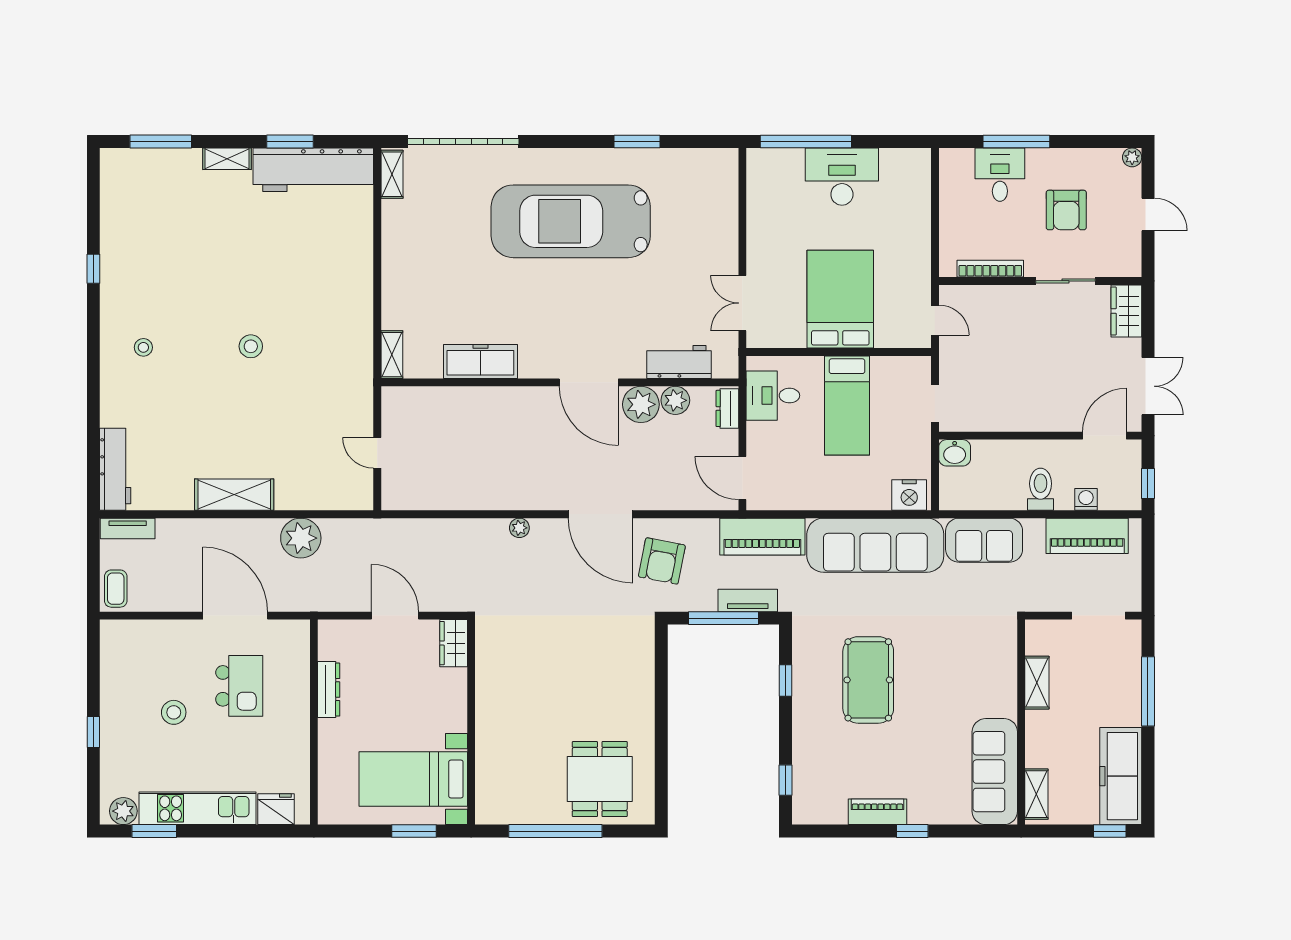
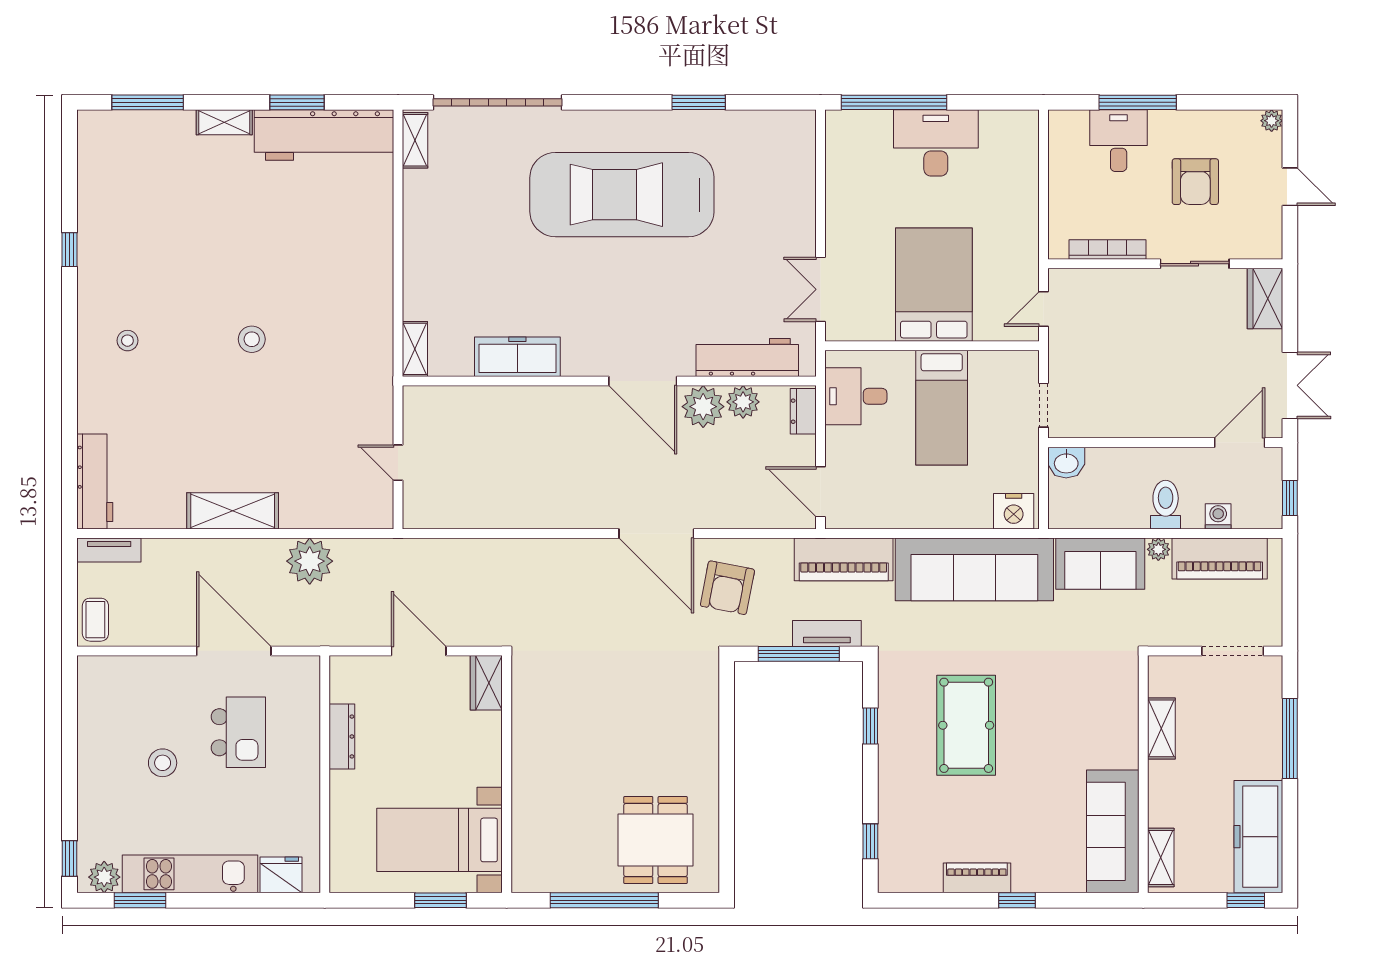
door: (935, 320) -> (1043, 309), swing flipped
workbench: (679, 362) -> (747, 357), width x1.38
plant: (519, 528) -> (1158, 549), moved
window: (93, 732) -> (70, 858), moved

